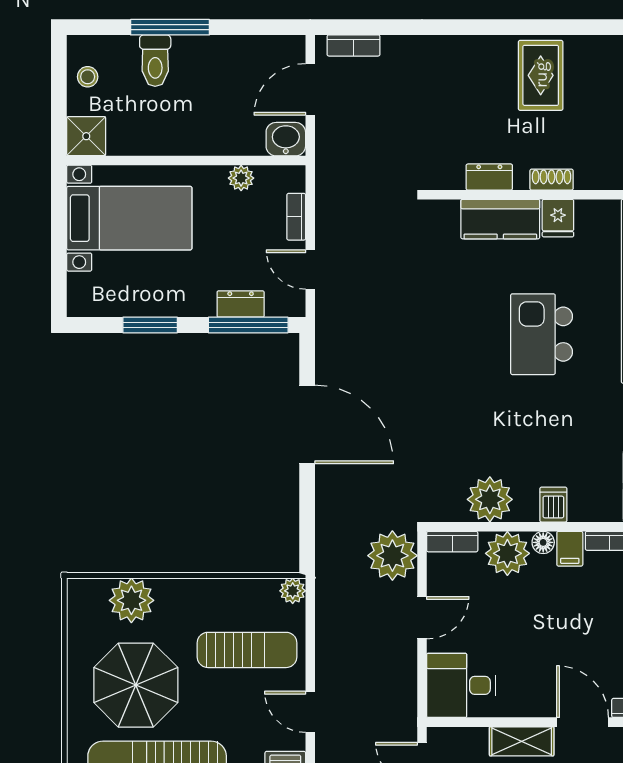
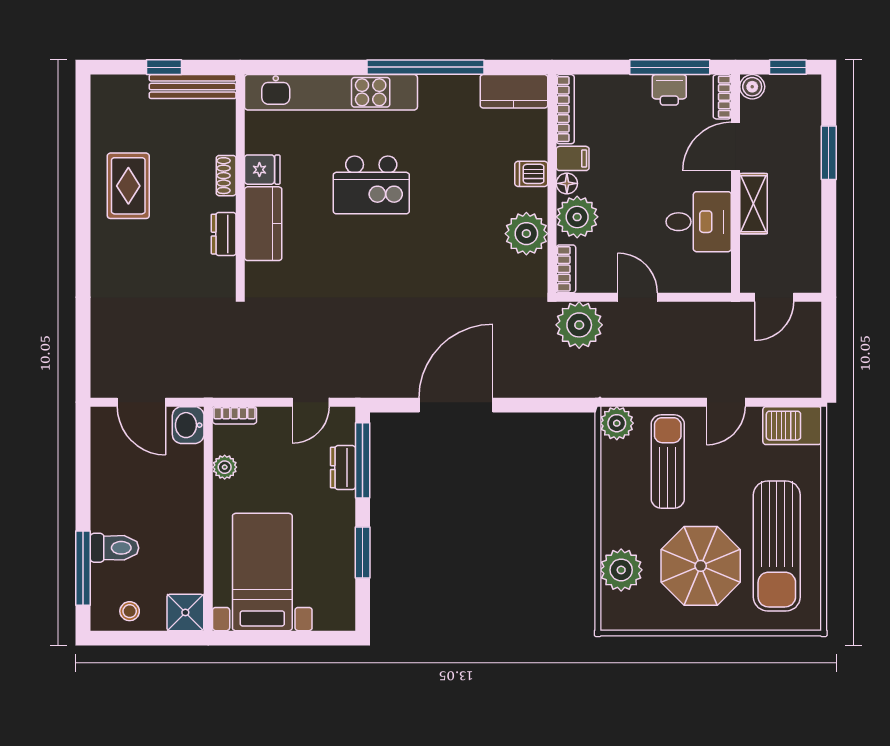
window: (170, 27) -> (83, 568), moved
bookcase: (353, 45) -> (100, 362), removed
rug: (541, 75) -> (128, 186), turned 90
bookcase: (296, 217) -> (235, 415), moved
plant: (293, 591) -> (617, 423), width x1.38, depth x1.38
desk: (461, 685) -> (699, 222), moved, turned -90

